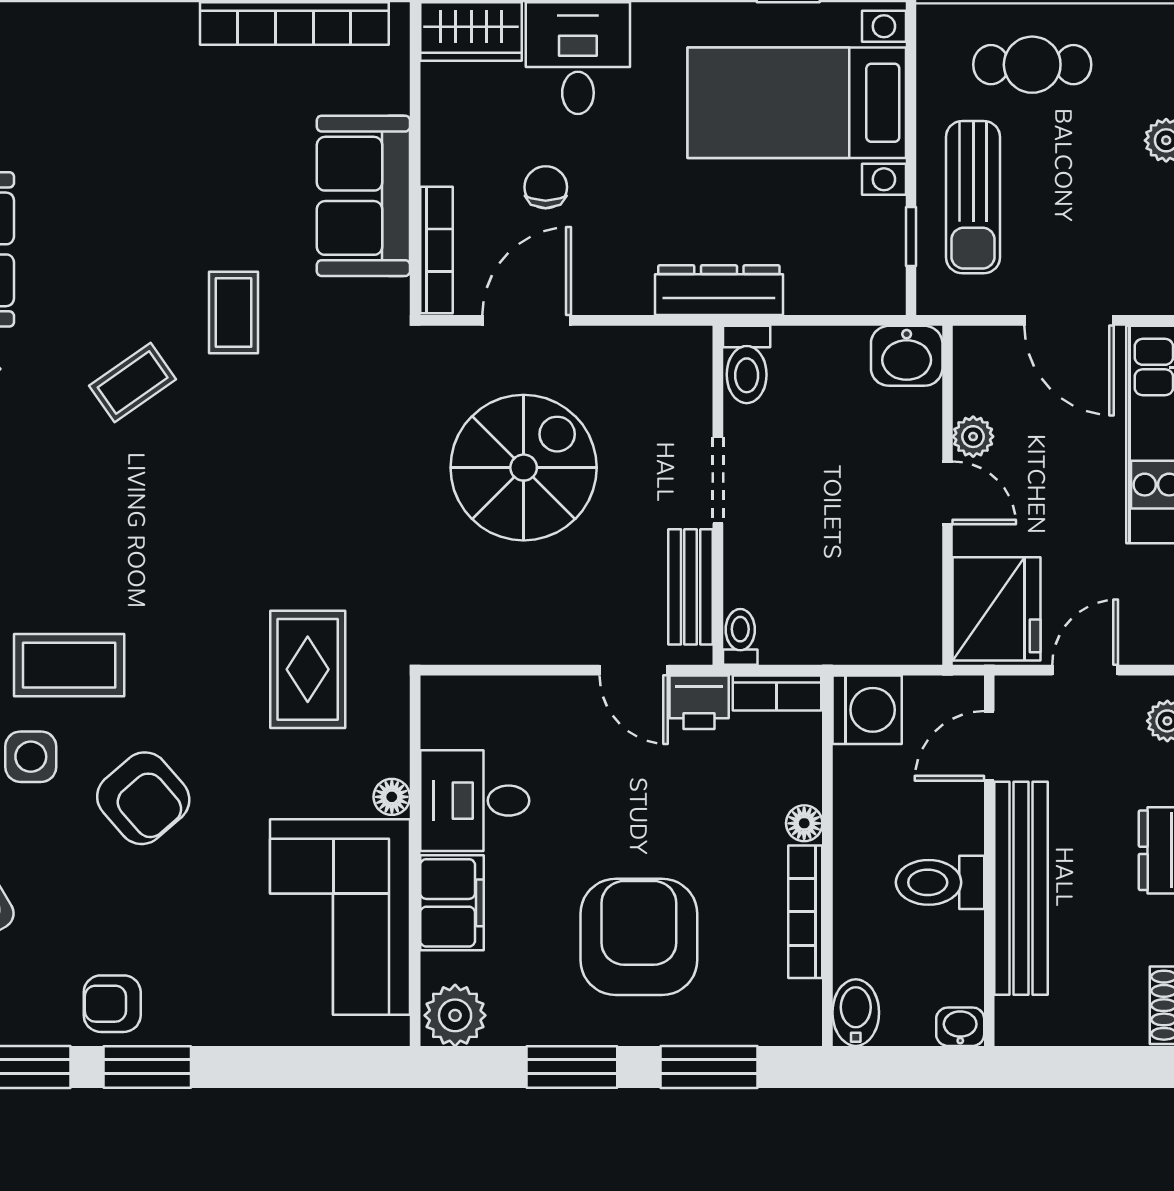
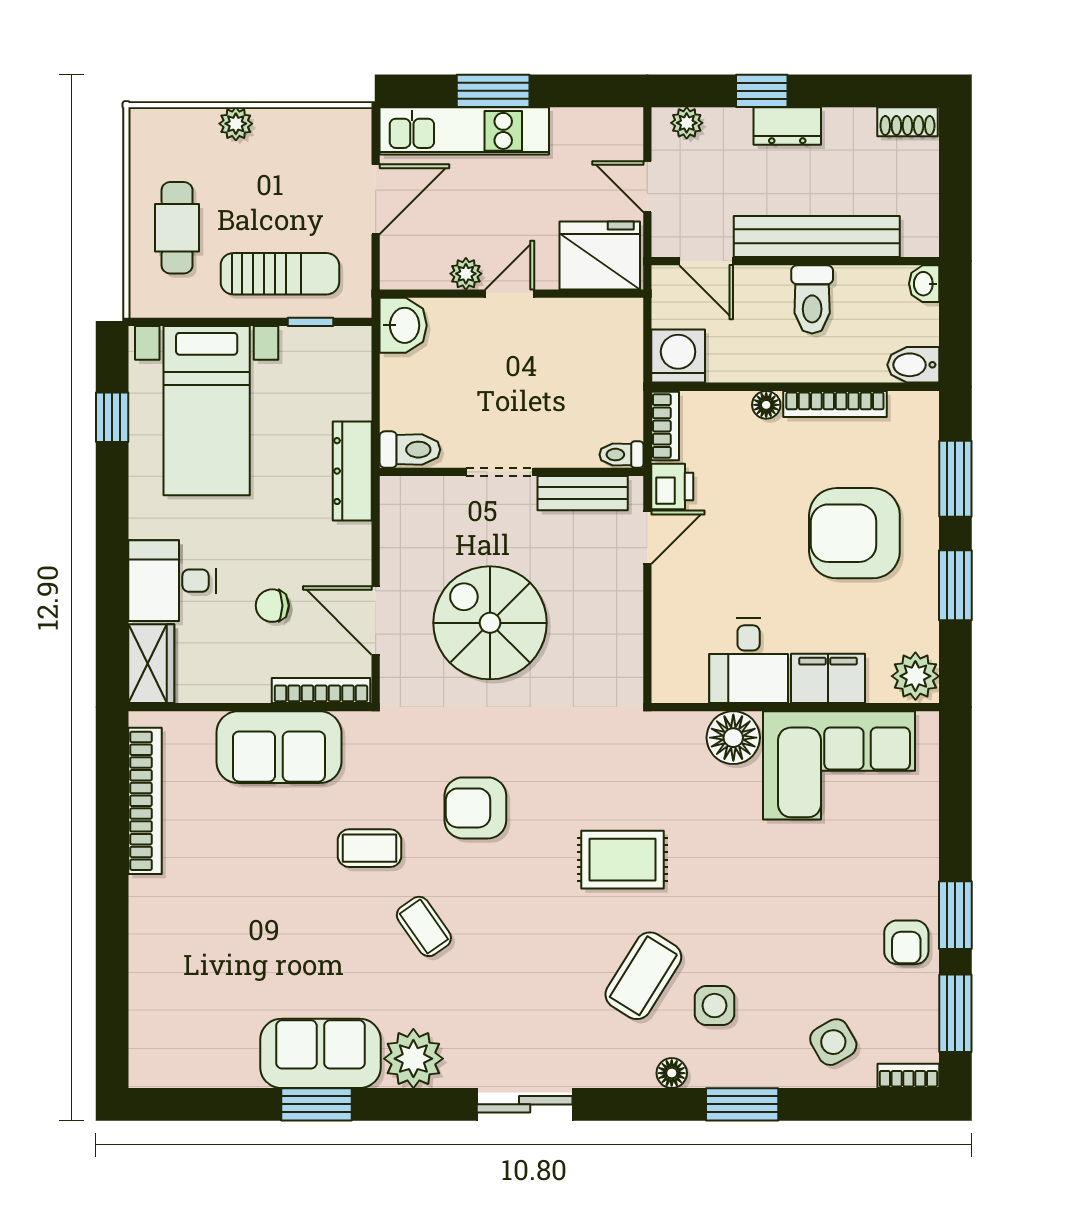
coffee table: (69, 665) -> (643, 976), turned 32
rug: (308, 669) -> (623, 860), moved
floor lamp: (392, 797) -> (733, 738), width x1.89, depth x1.89
armchair: (143, 798) -> (475, 808), moved, turned -139

